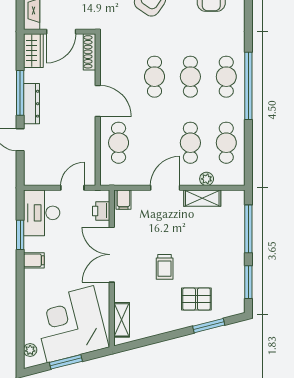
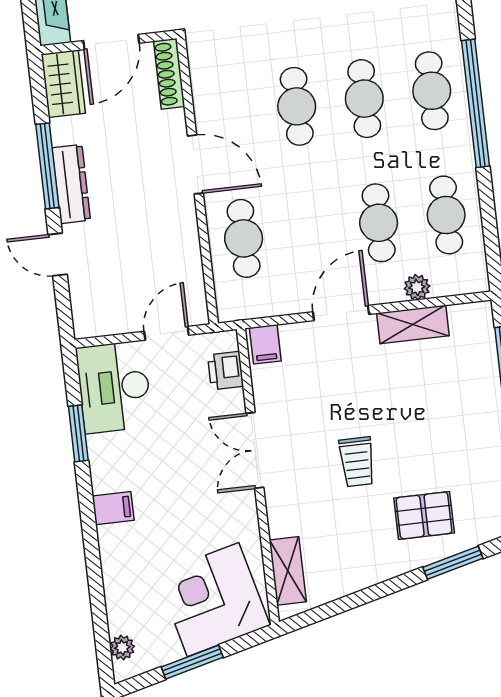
double door: (112, 255) -> (255, 450), width x0.73
filing cabinet: (34, 260) -> (113, 508), moved
corner desk: (70, 324) -> (213, 600), width x0.74, depth x0.74

